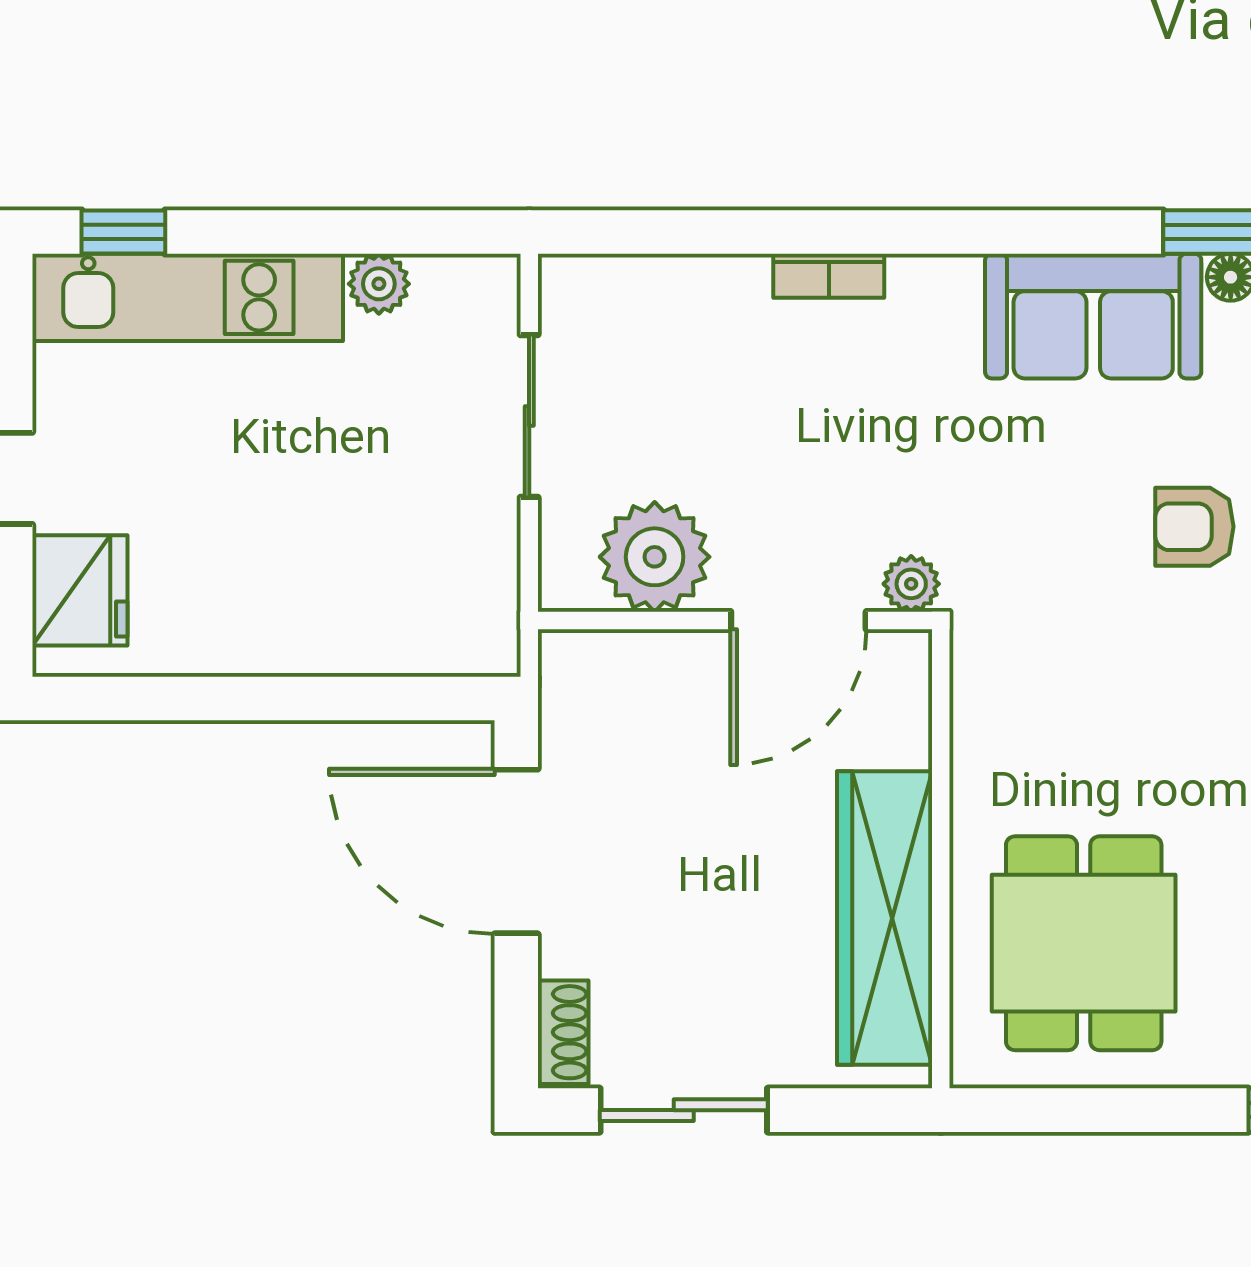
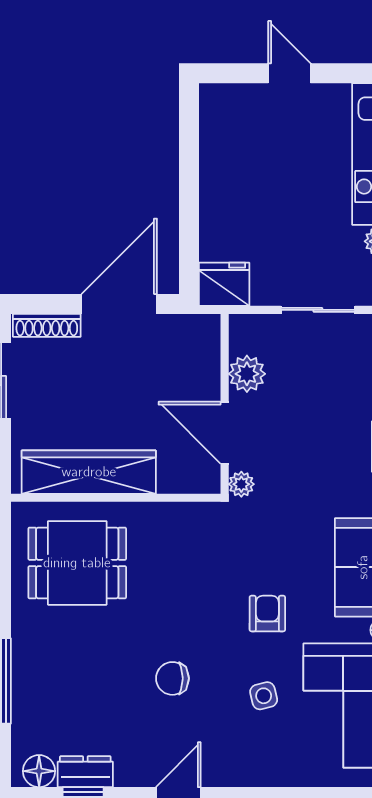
plant: (655, 557) -> (247, 374), width x0.73, depth x0.73
fridge: (80, 590) -> (224, 284), moved, turned 180
shoe rack: (563, 1032) -> (47, 325), width x1.43

